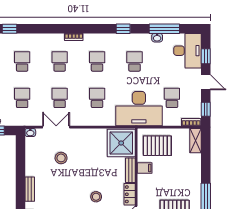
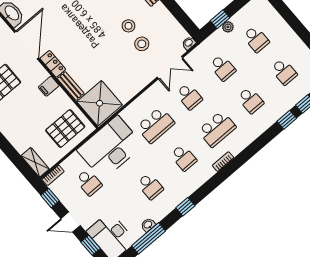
school desk: (60, 61) -> (217, 129), width x1.85
school desk: (97, 98) -> (156, 125), width x1.85
filing cabinet: (145, 168) -> (49, 86), moved
stool: (96, 197) -> (128, 26), moved

